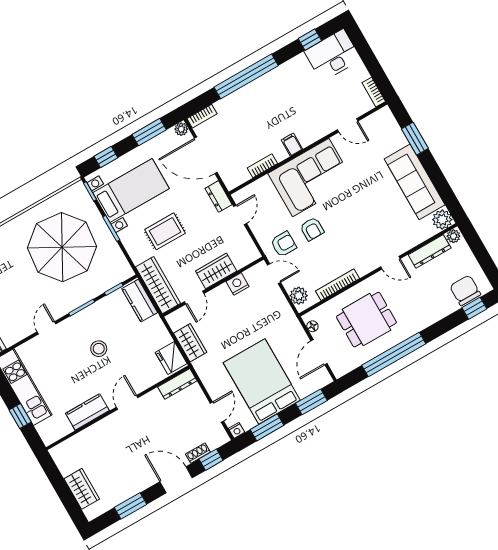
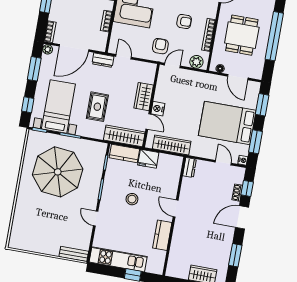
armchair: (312, 229) -> (184, 21), moved
nightstand: (238, 284) -> (158, 109), moved
wardrobe: (190, 343) -> (172, 145), width x1.50
fridge: (171, 358) -> (148, 159), moved
dresser: (177, 384) -> (190, 167), width x0.70

